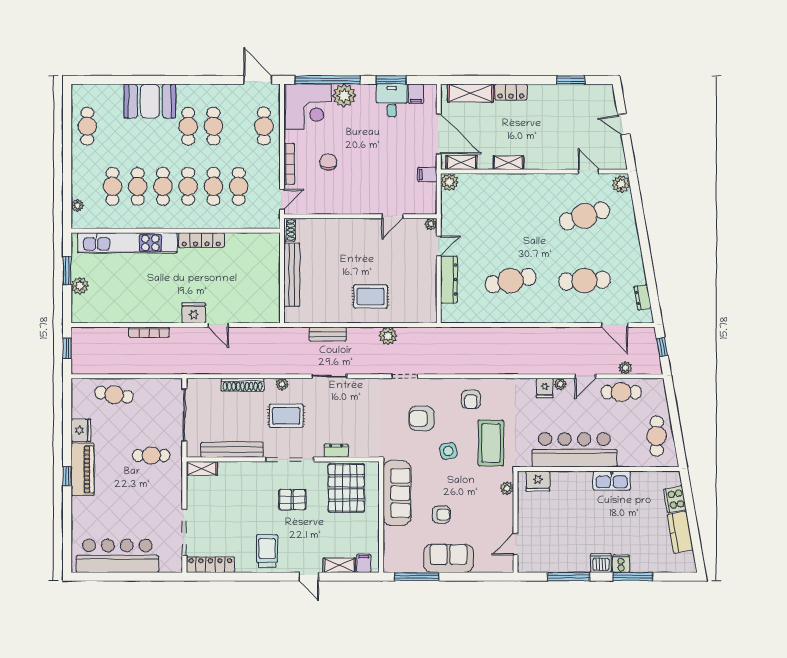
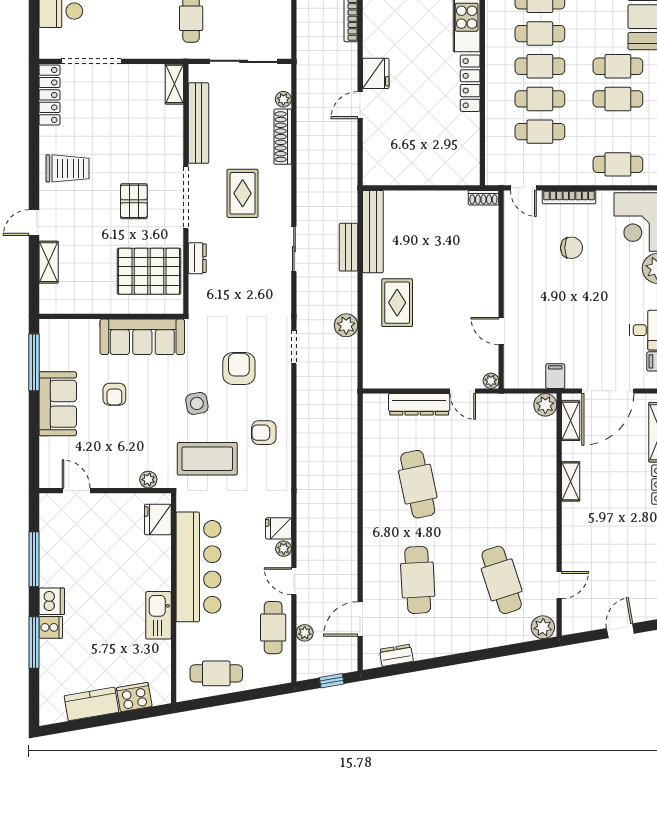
bench: (292, 275) -> (373, 232), moved, turned 90
plant: (282, 384) -> (283, 99), moved
filing cabinet: (364, 563) -> (51, 294), removed

